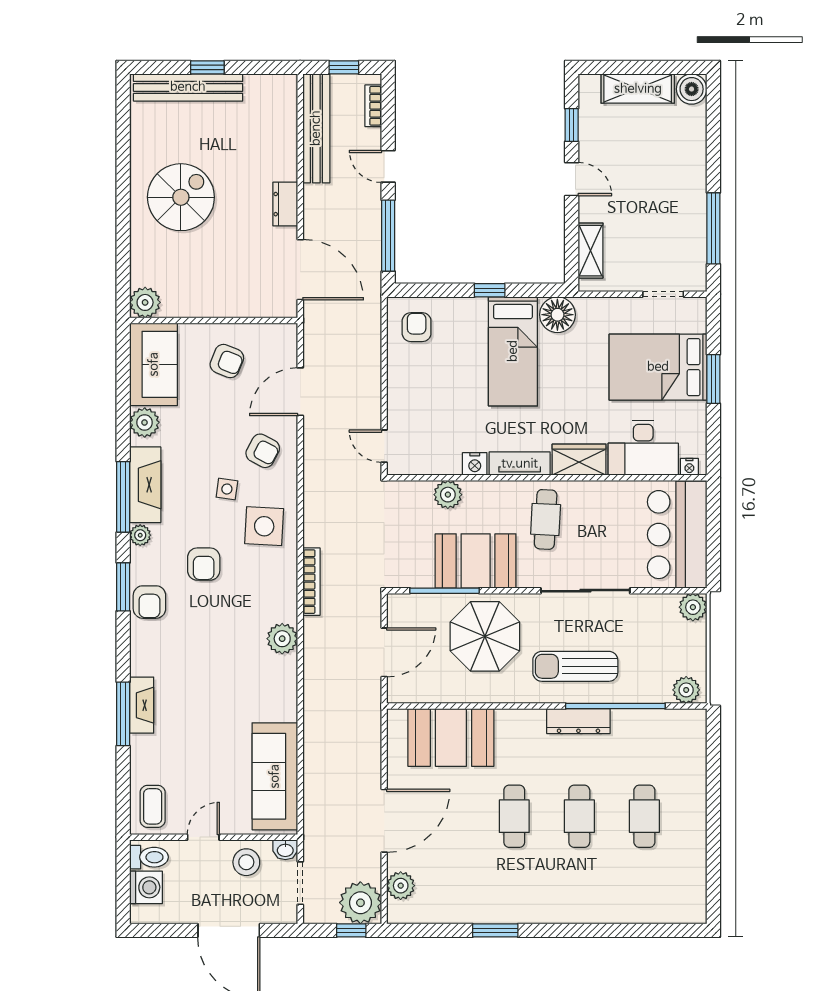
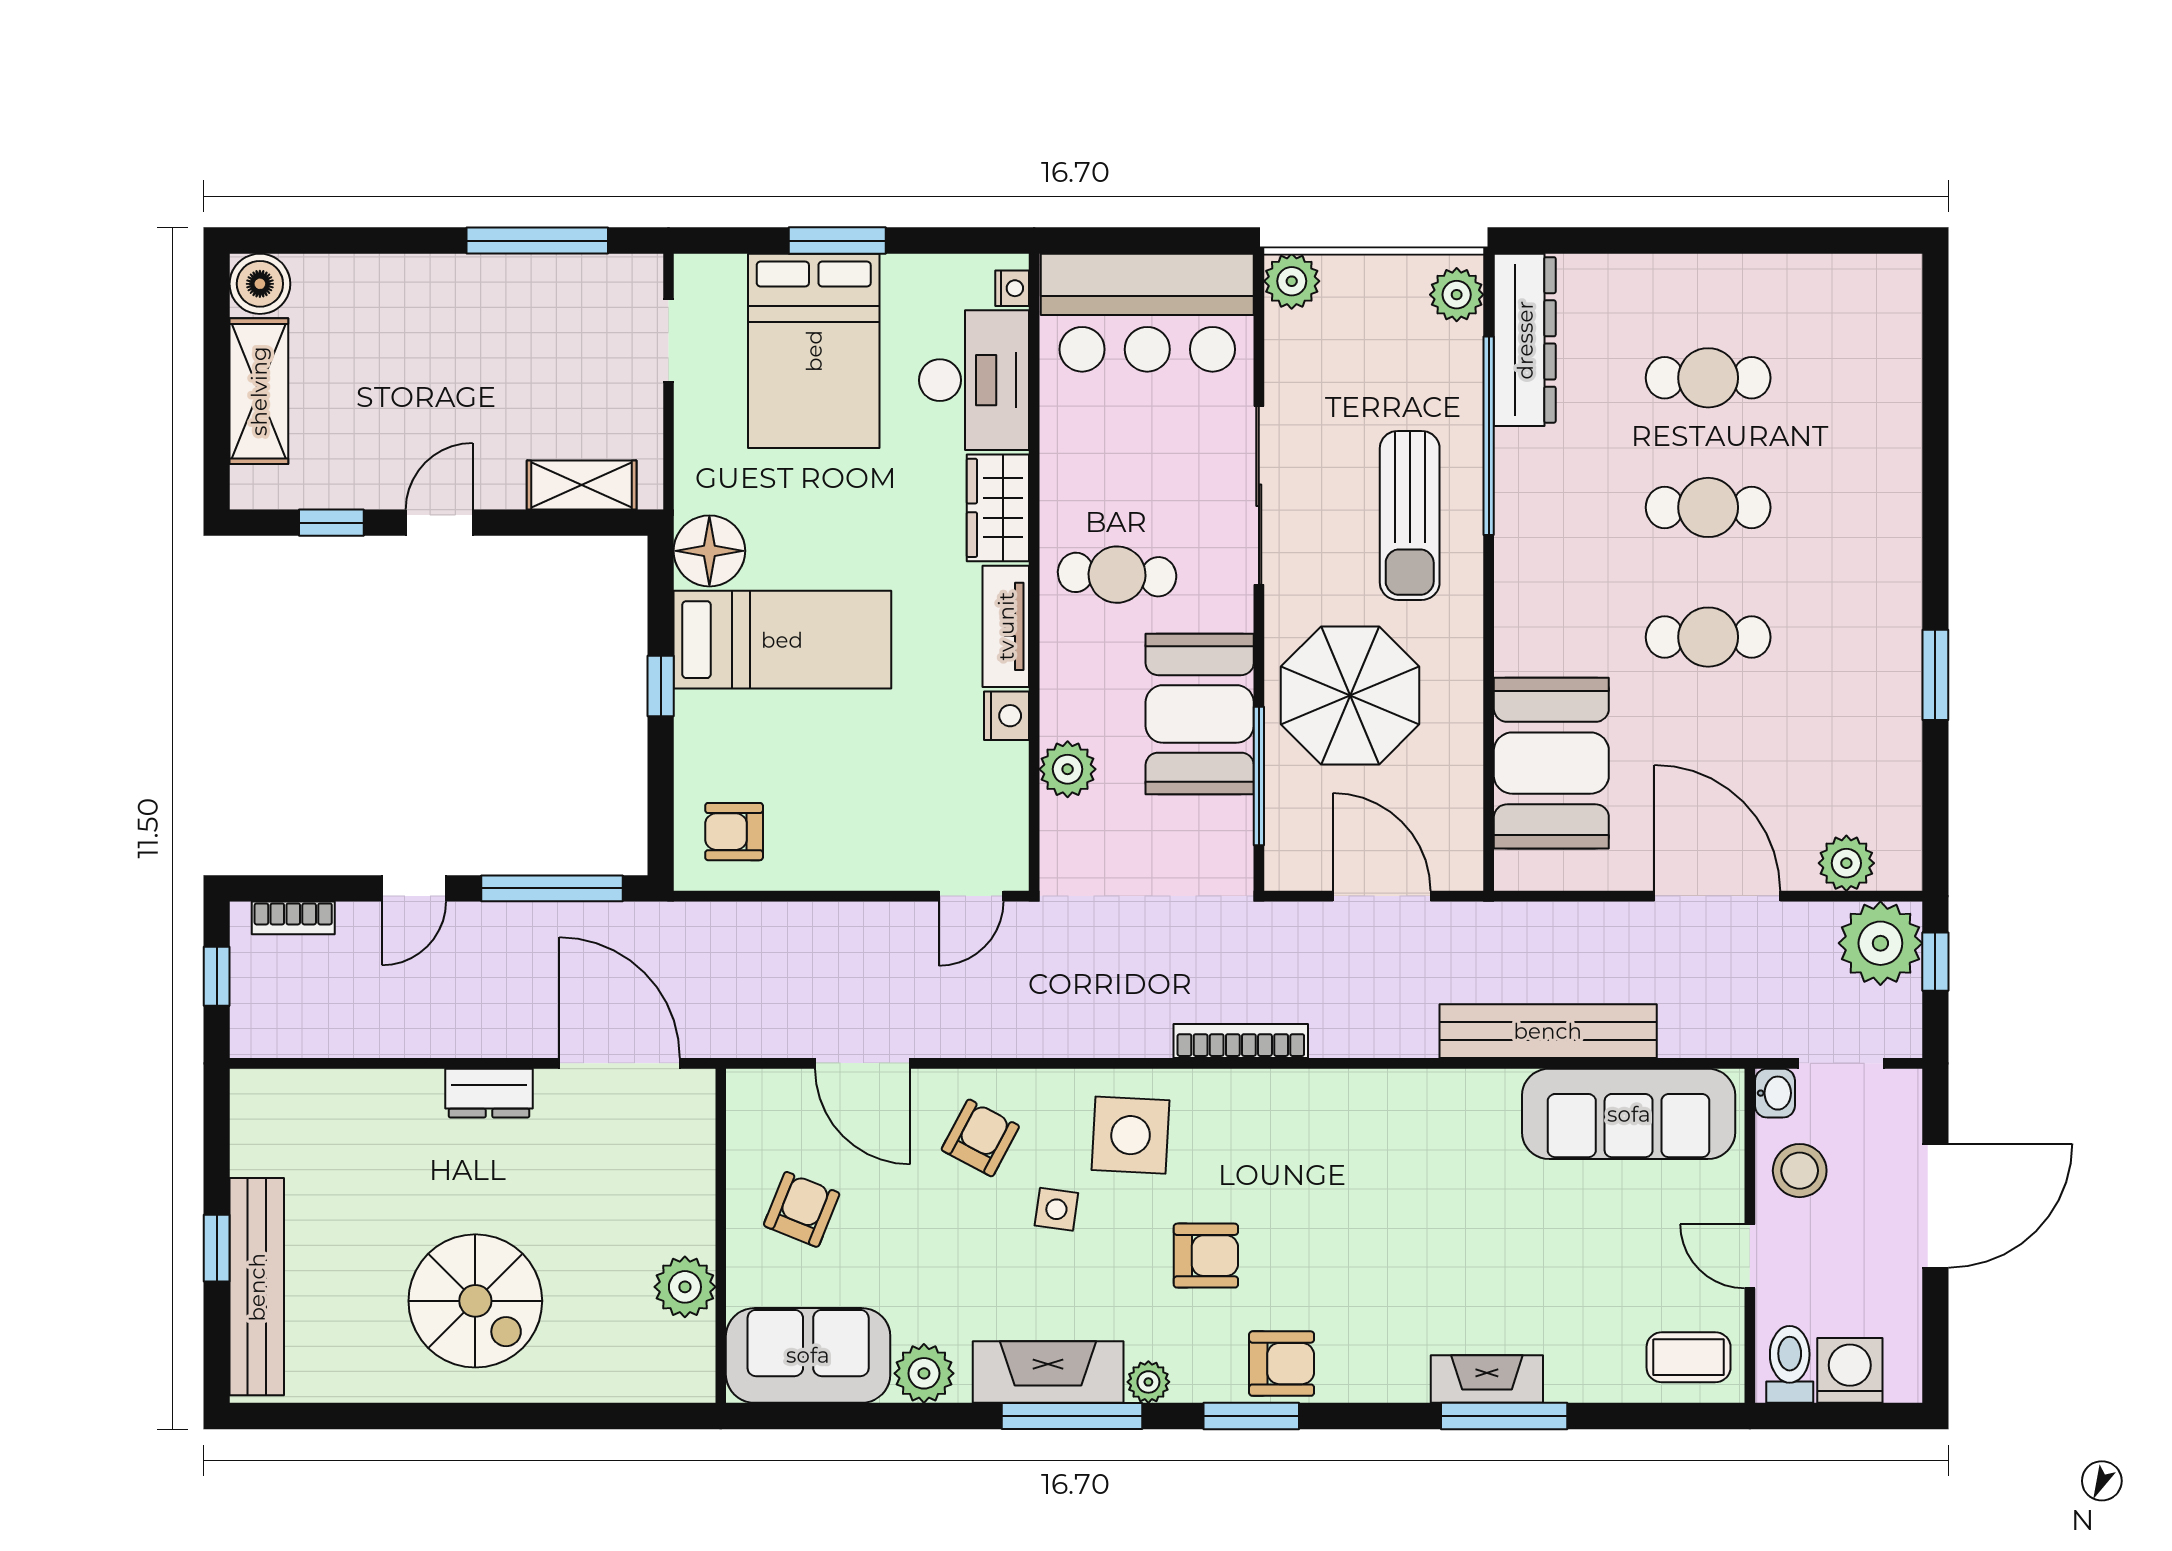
bench: (316, 128) -> (1548, 1031), moved
spiral stairs: (181, 197) -> (475, 1301), turned 180
door: (300, 270) -> (620, 1063), hinge flipped
plant: (145, 302) -> (685, 1287), moved
plant: (282, 639) -> (1355, 1099), removed
dresser: (578, 721) -> (1525, 340), moved, width x1.37, depth x1.24

